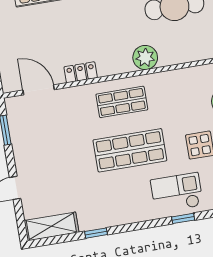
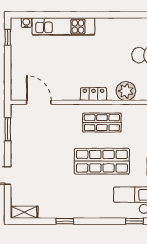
locker: (81, 72) -> (93, 94), moved
shelving: (51, 226) -> (24, 212), width x0.67, depth x0.75

